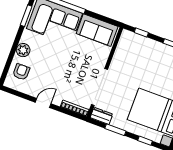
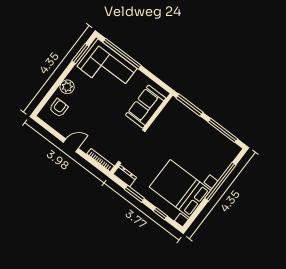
sofa: (97, 30) -> (146, 107), moved, turned 90
window: (141, 32) -> (190, 105), width x2.17

